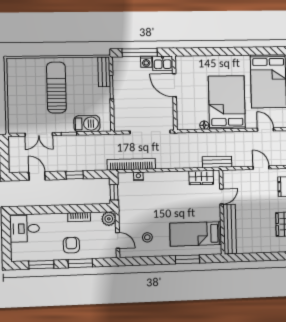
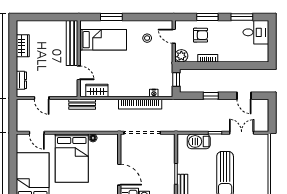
bookcase: (131, 164) -> (140, 104), moved
door: (222, 197) -> (79, 73), swing flipped
desk: (25, 229) -> (256, 32), moved
armchair: (71, 245) -> (200, 35), moved, turned -90

